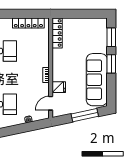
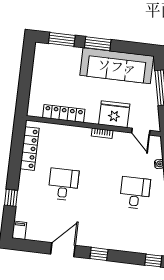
locker: (57, 33) -> (64, 114), moved
fridge: (59, 87) -> (114, 114), width x1.88, depth x1.34

